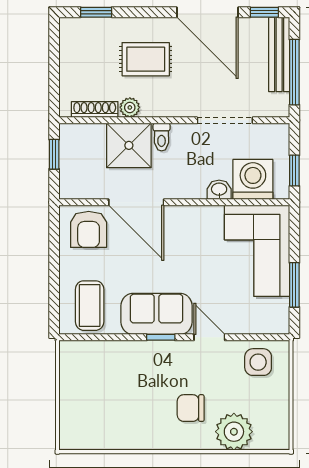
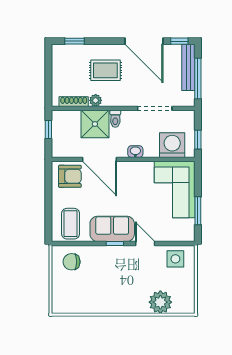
washbasin: (219, 190) -> (135, 152), moved
armchair: (89, 229) -> (70, 176), turned -90
chair: (191, 408) -> (72, 262), moved

